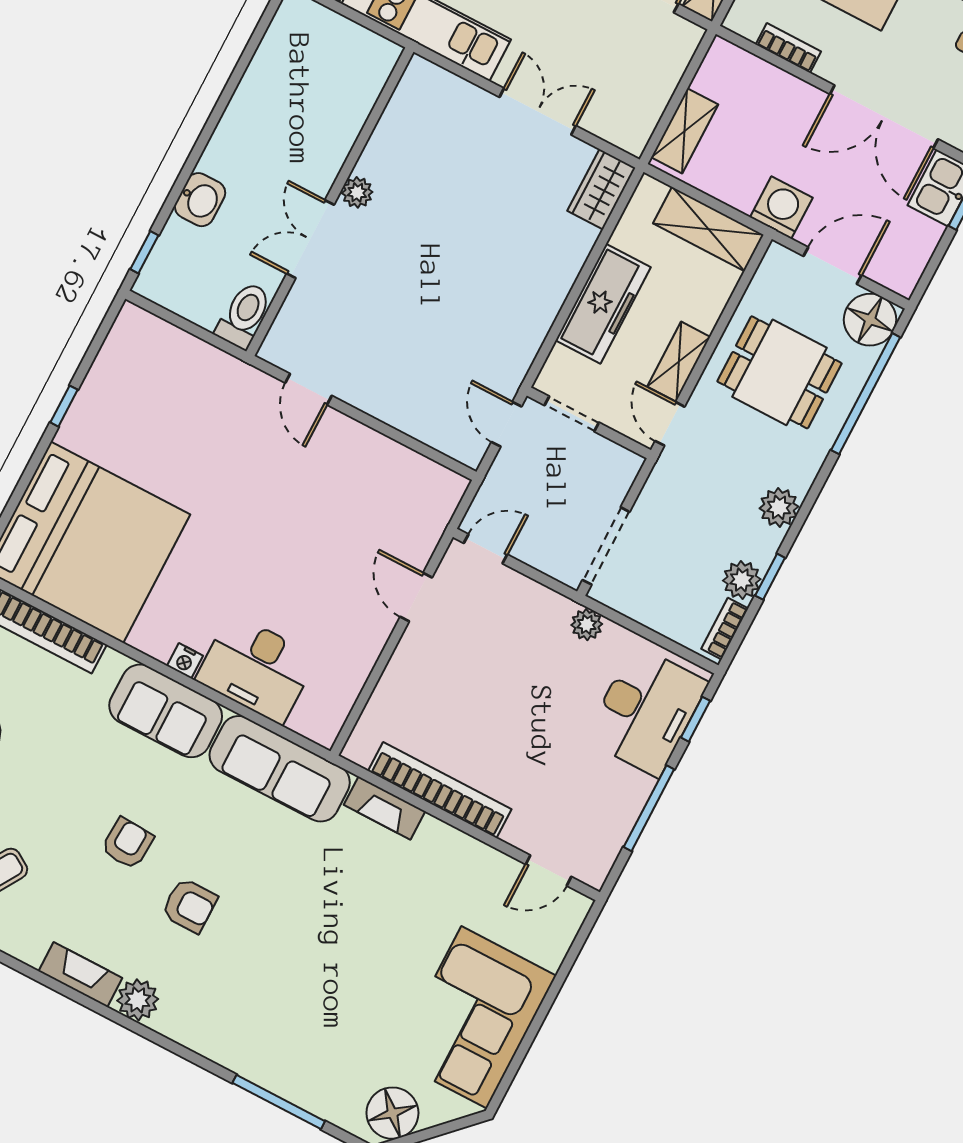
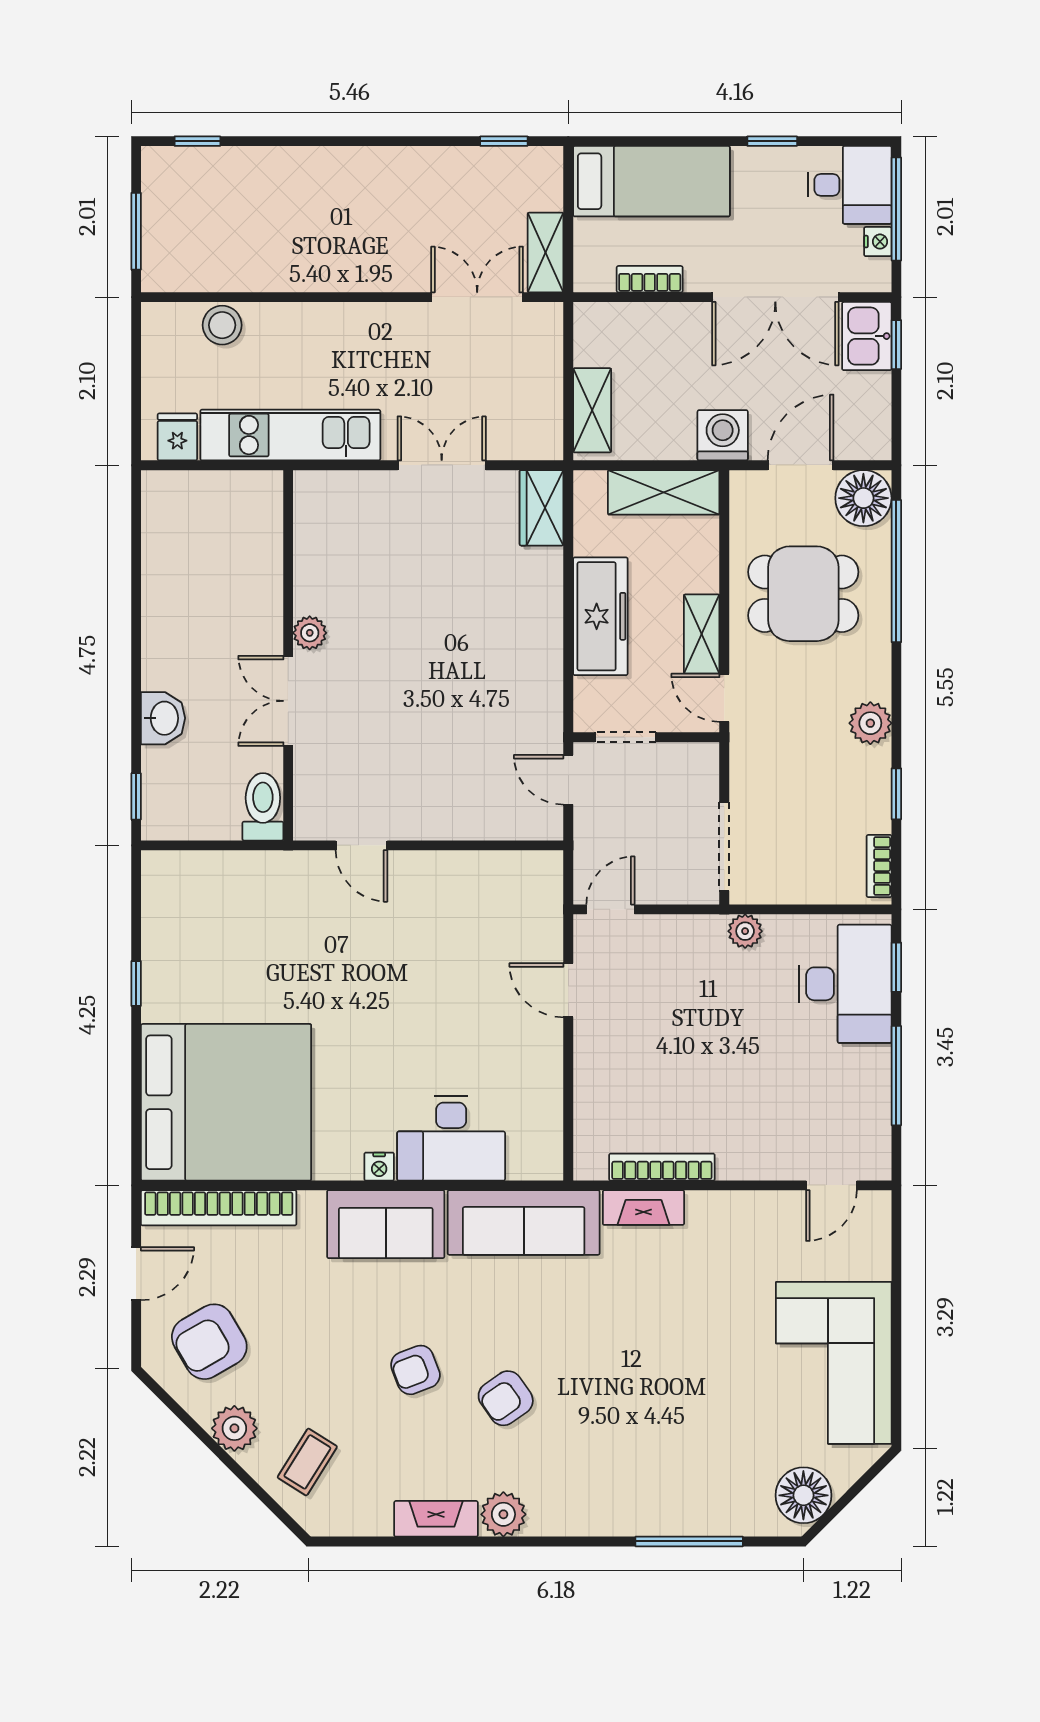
plant: (742, 580) -> (871, 811), removed
bookcase: (440, 790) -> (662, 1167), width x0.68, depth x0.76
armchair: (127, 843) -> (415, 1370), turned -114
armchair: (189, 905) -> (506, 1398), turned 145

